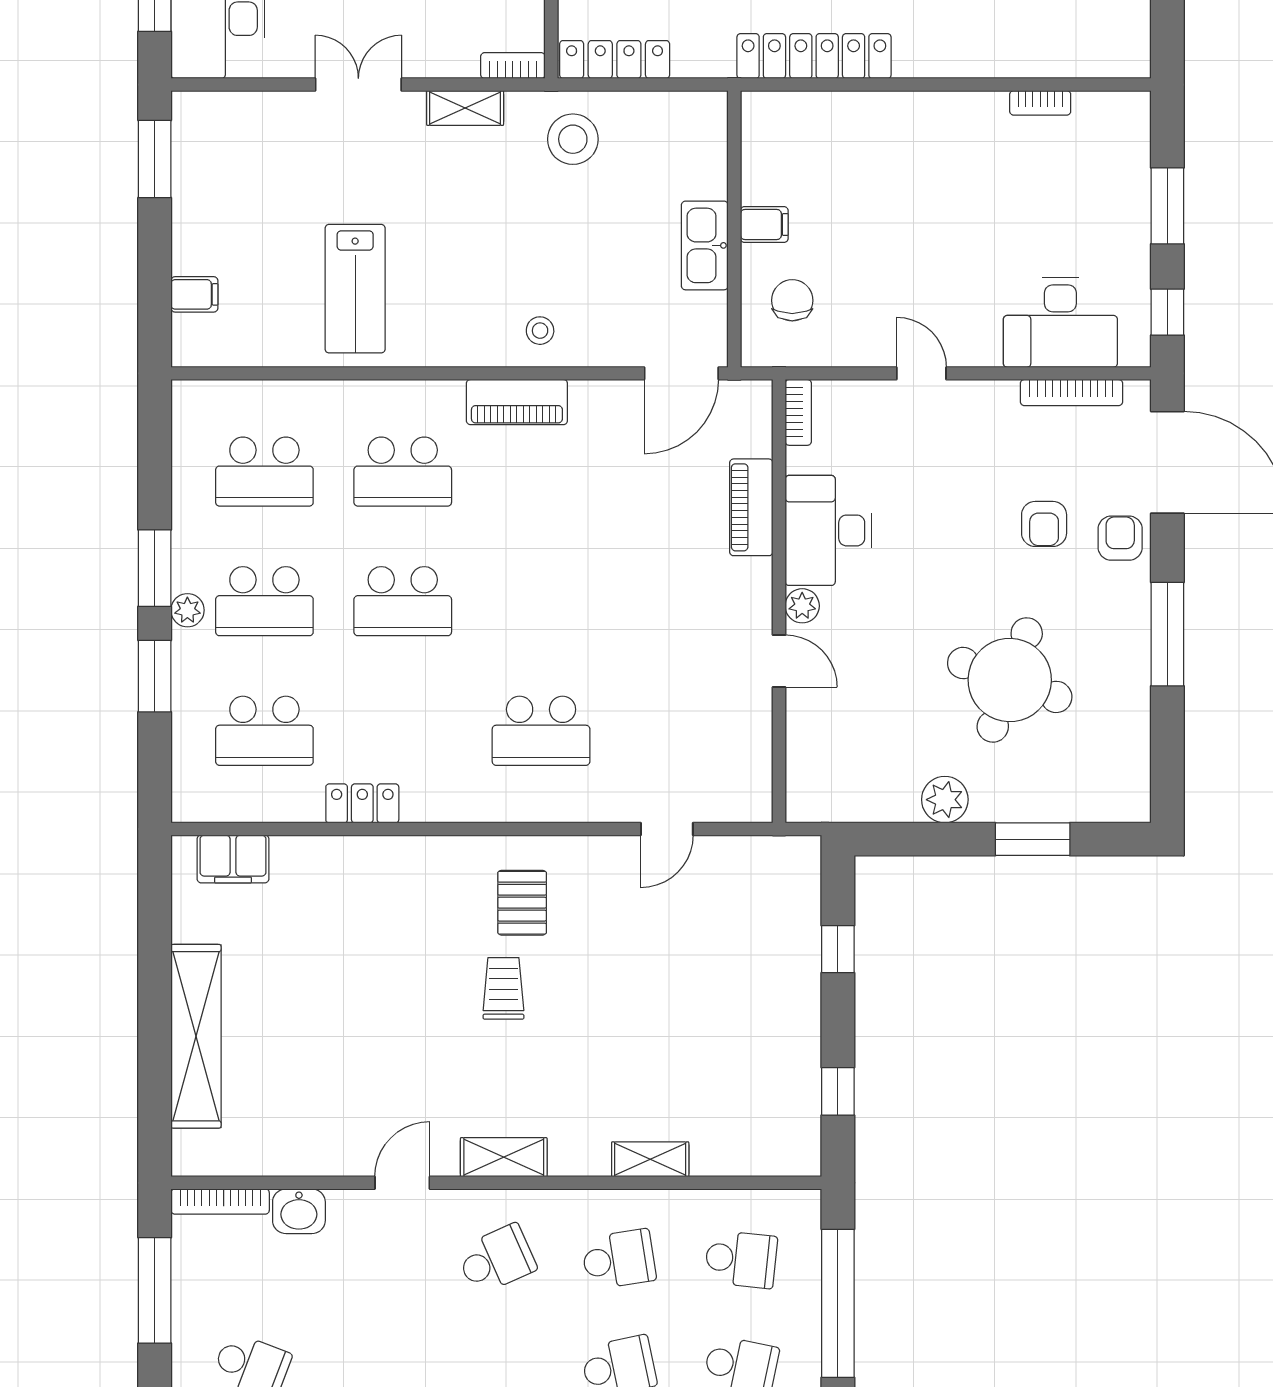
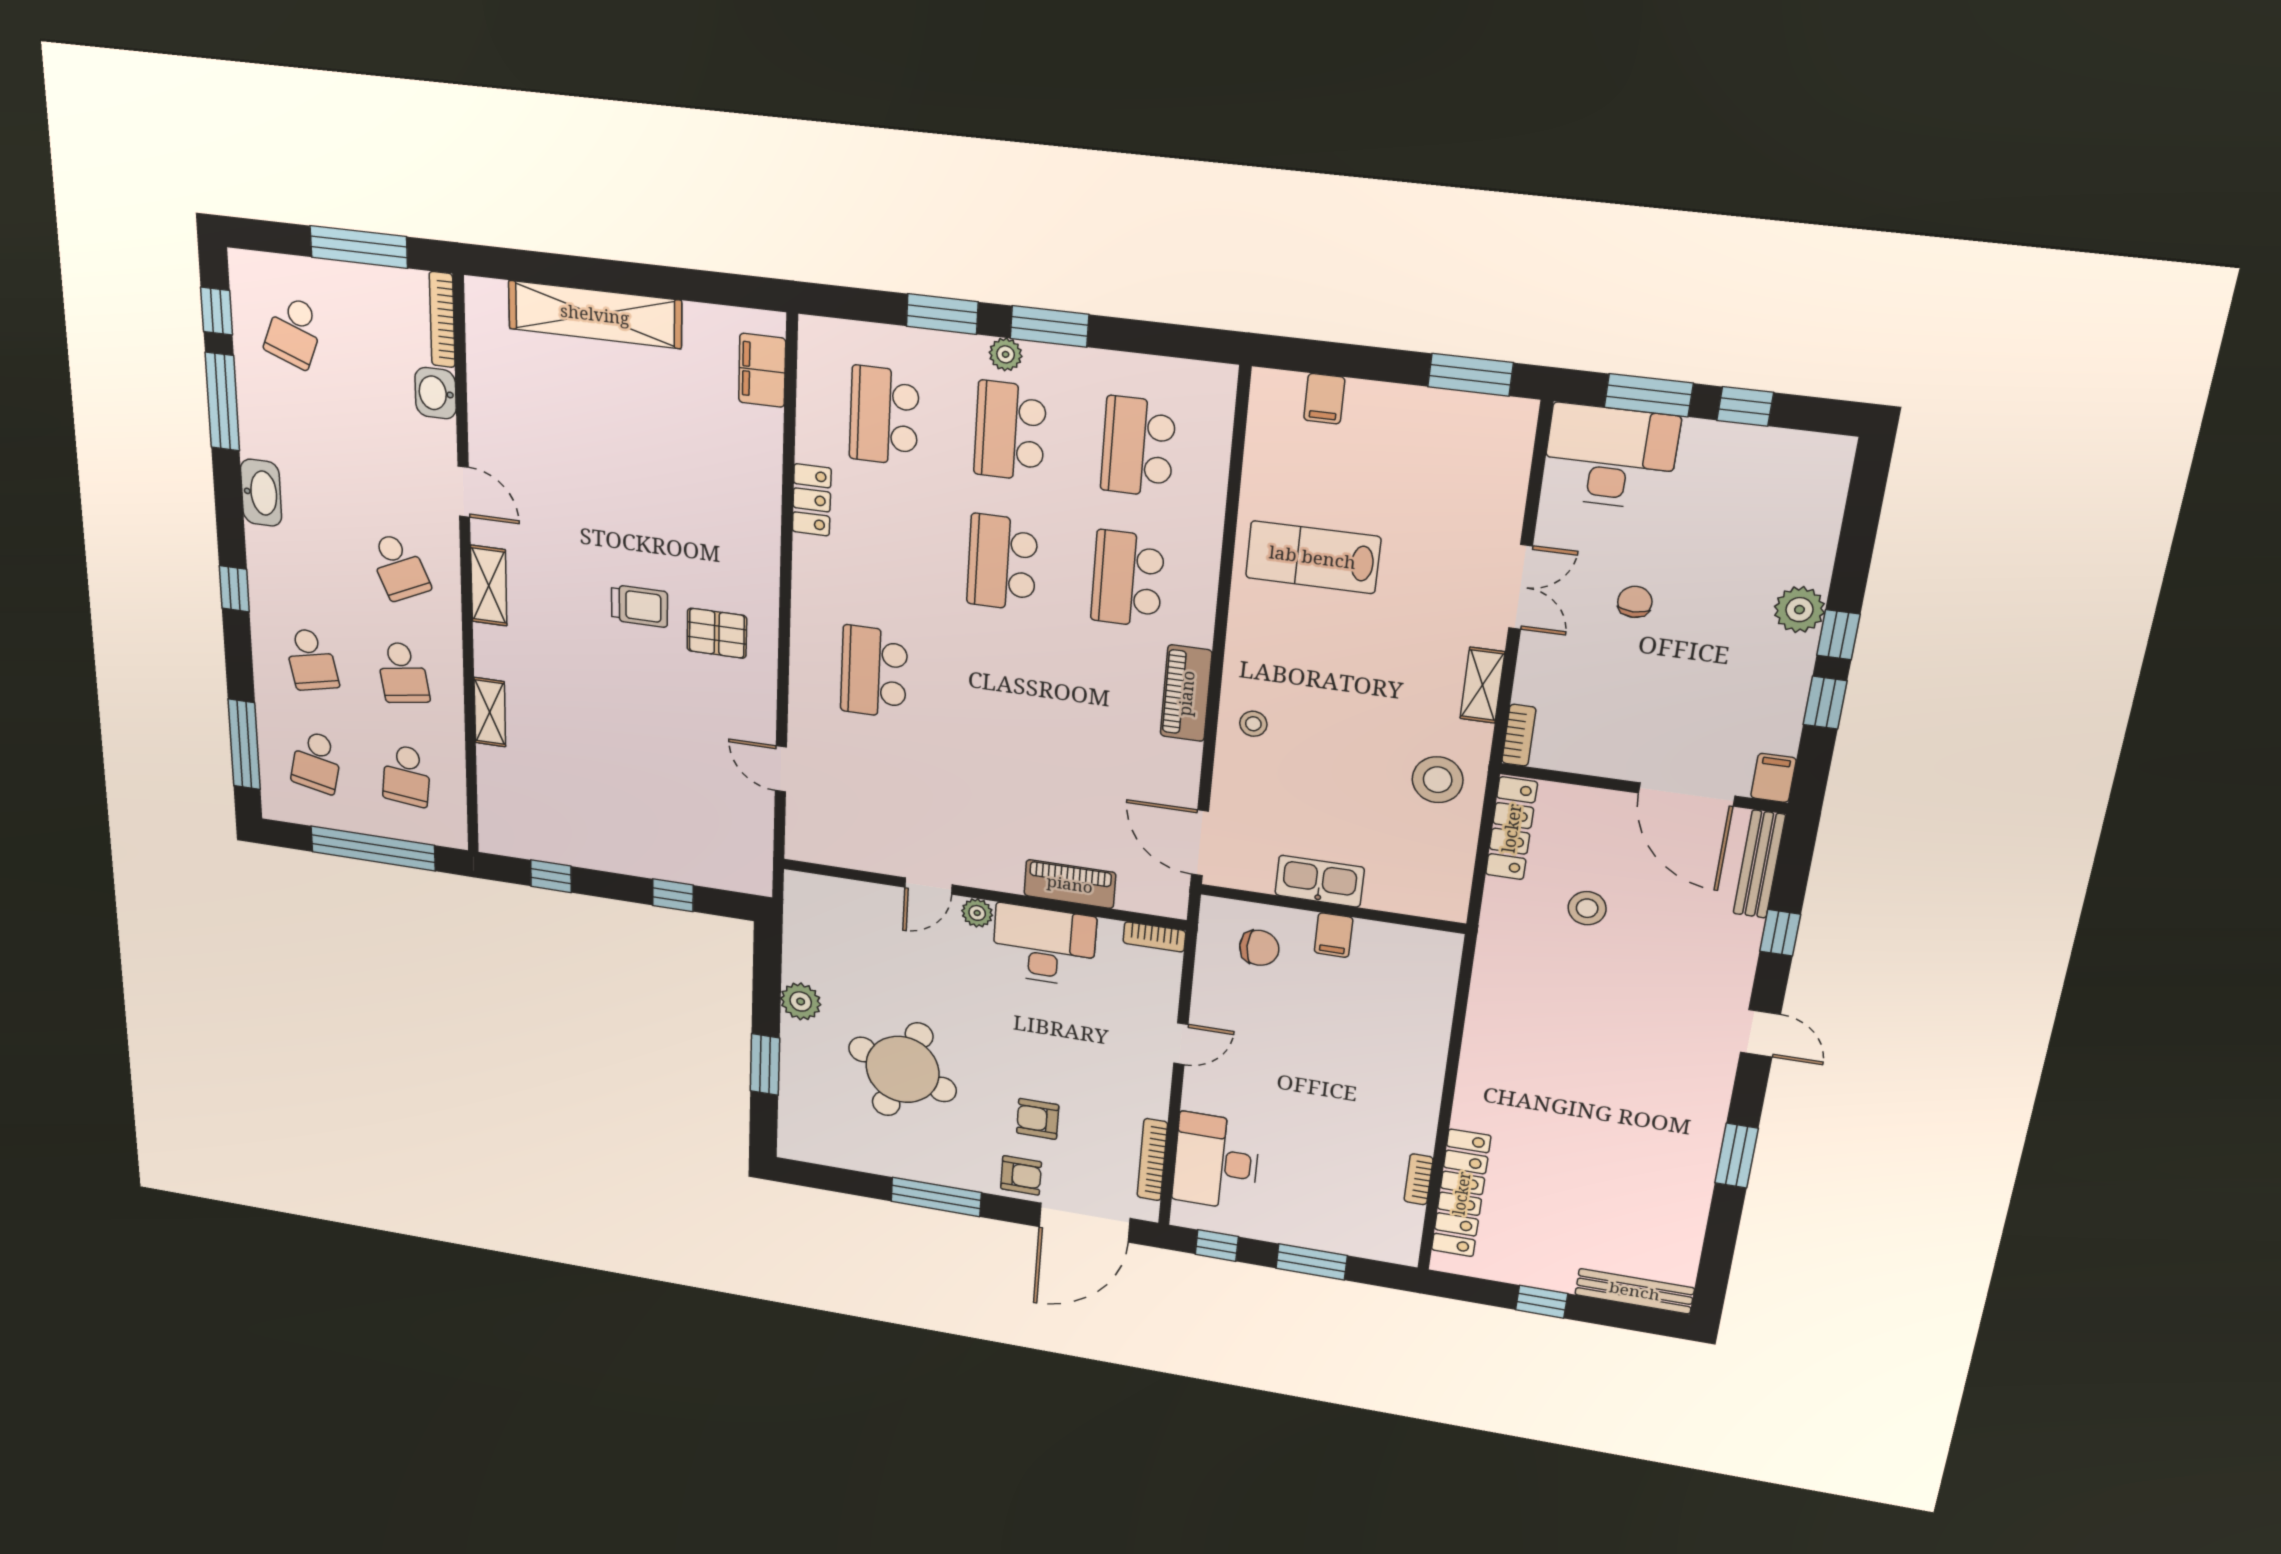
locker: (814, 56) -> (1461, 1193), moved

